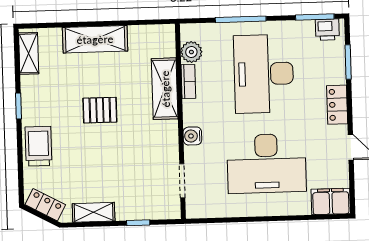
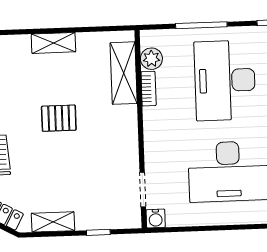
shelving: (95, 39) -> (53, 43), width x0.67, depth x0.75
shelving: (165, 89) -> (124, 73), moved
water cooler: (192, 136) -> (156, 218), moved, turned -90

